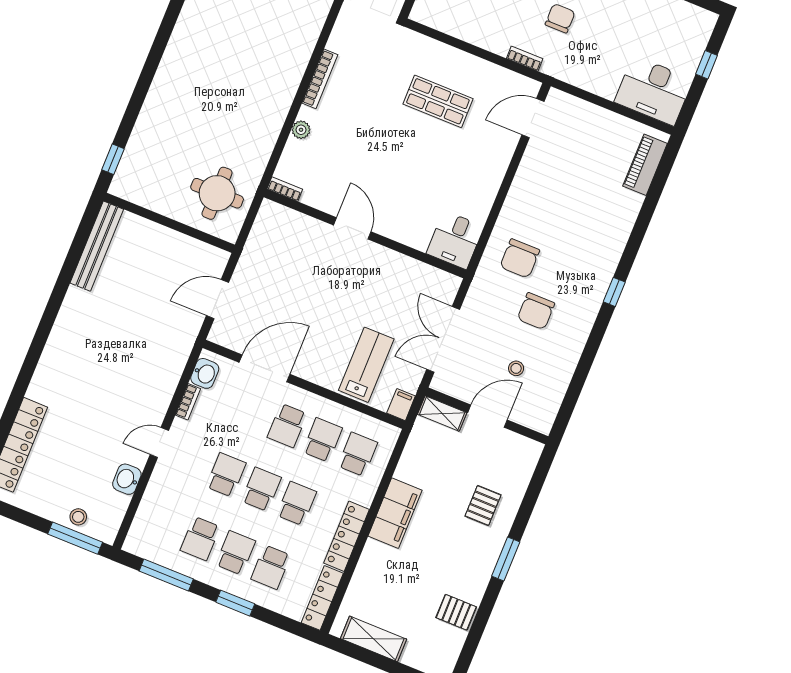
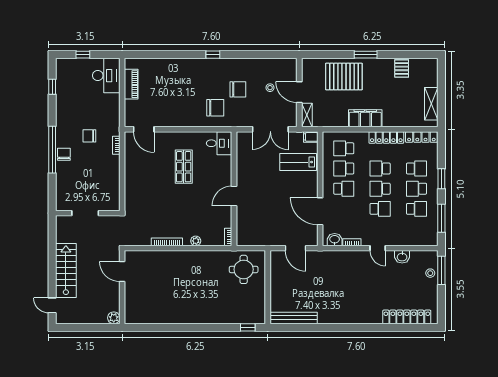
shop shelf: (438, 101) -> (184, 167), moved
piano: (645, 165) -> (131, 84), moved, turned -90
school desk: (226, 475) -> (380, 209), turned 180
pallet: (483, 505) -> (344, 77), width x2.05, depth x2.00

